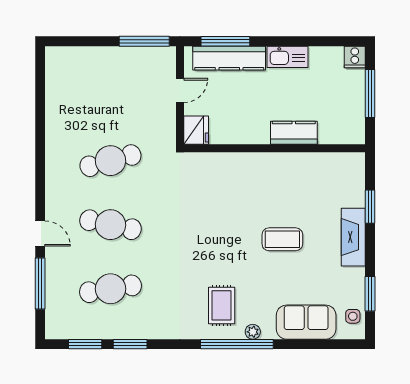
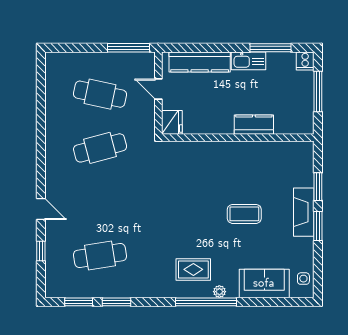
window: (225, 41) -> (271, 48), moved
door: (180, 90) -> (158, 89), swing flipped
cafe table: (110, 225) -> (100, 94), moved
window: (40, 283) -> (41, 251), width x0.46
window: (370, 294) -> (318, 226), moved
rug: (222, 305) -> (193, 269), turned 90

